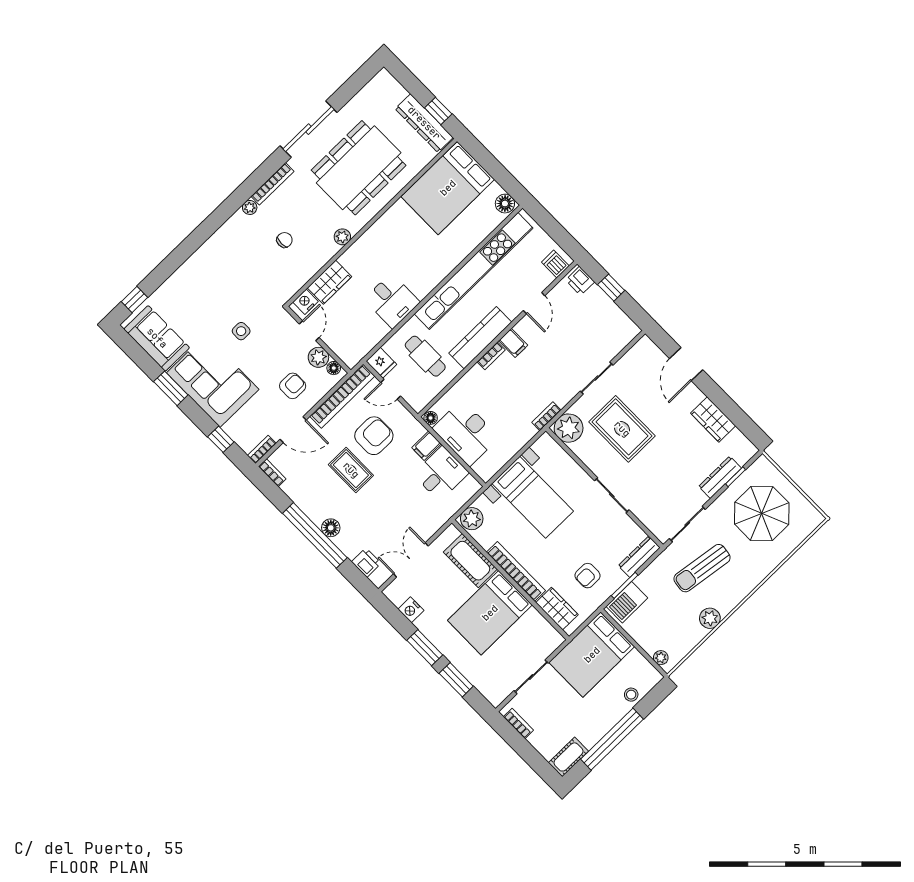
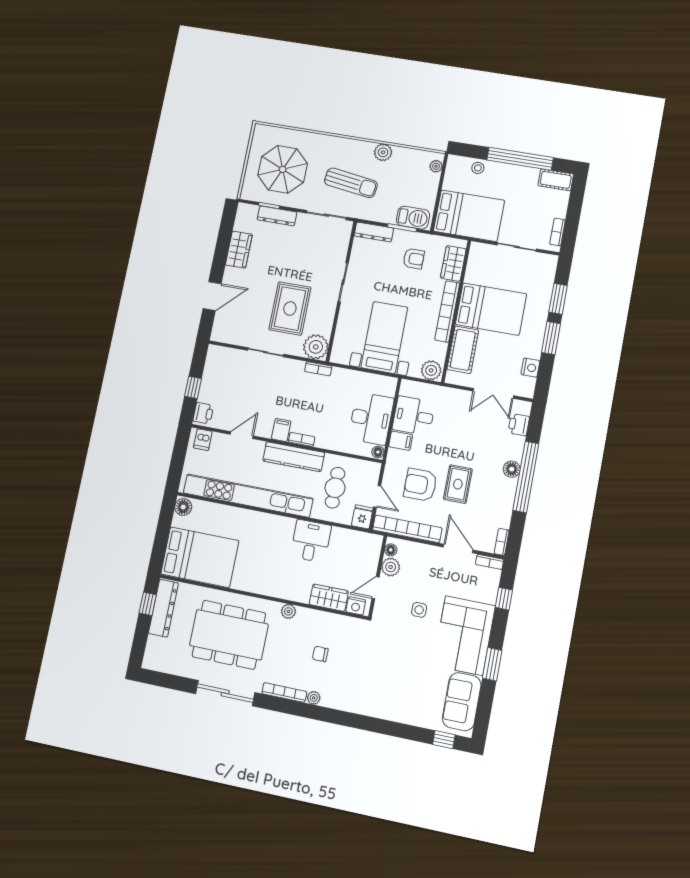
side table: (241, 331) -> (419, 610), moved
armchair: (293, 386) -> (425, 572), removed

